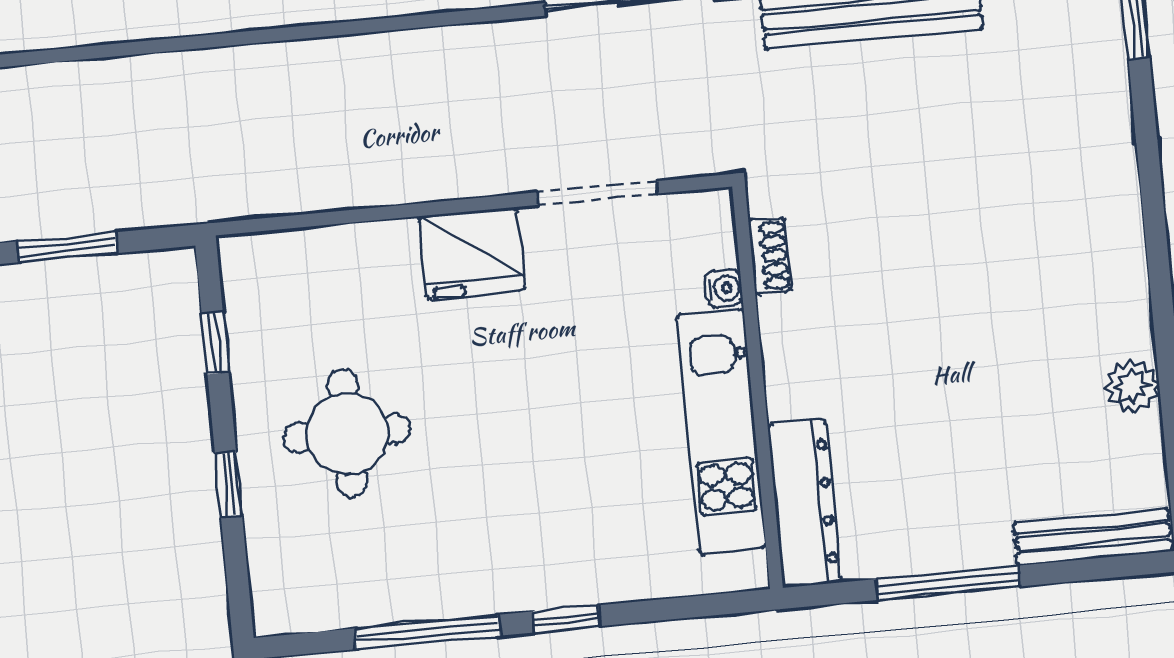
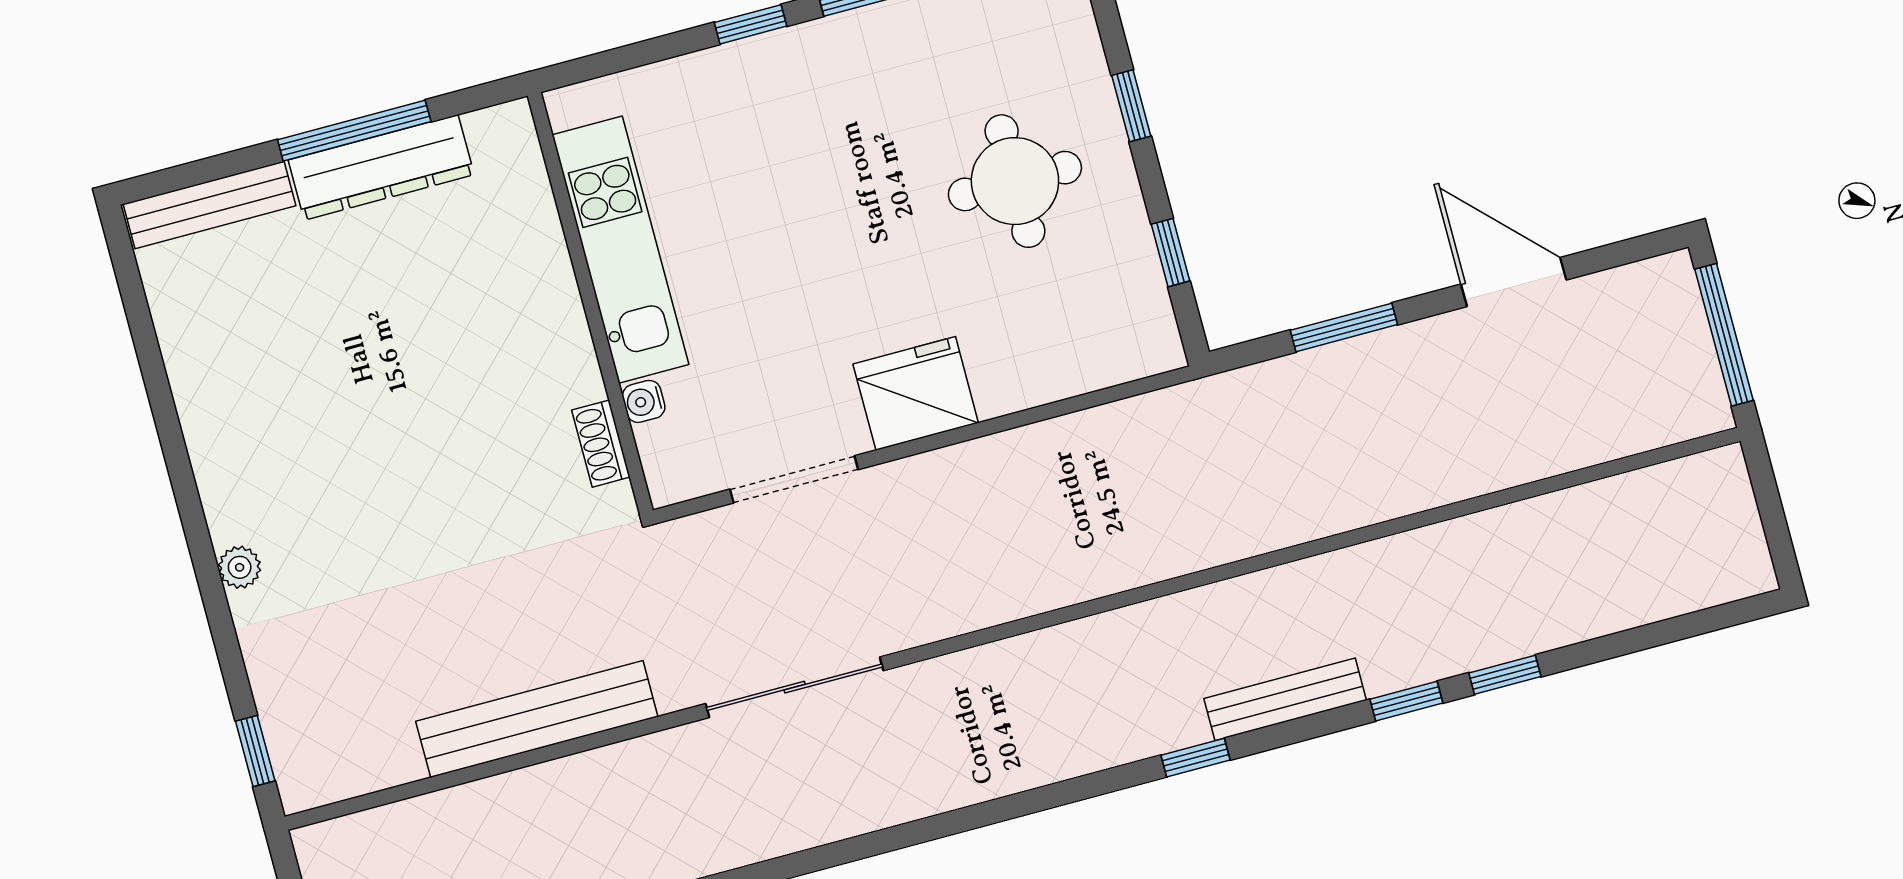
plant: (1132, 386) -> (240, 567), moved, width x0.73, depth x0.73
dresser: (804, 503) -> (381, 167), moved, turned -90

